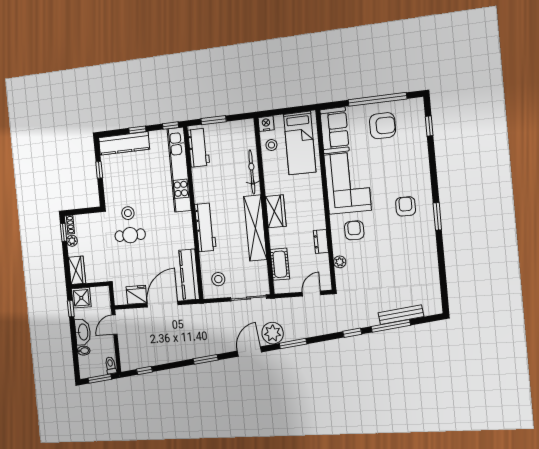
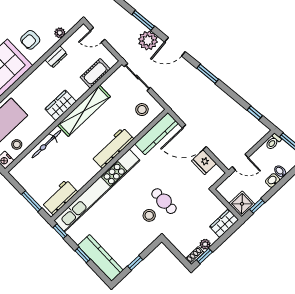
kitchen unit: (179, 170) -> (97, 190), width x1.36
washbasin: (83, 332) -> (273, 181), width x0.52, depth x0.69

